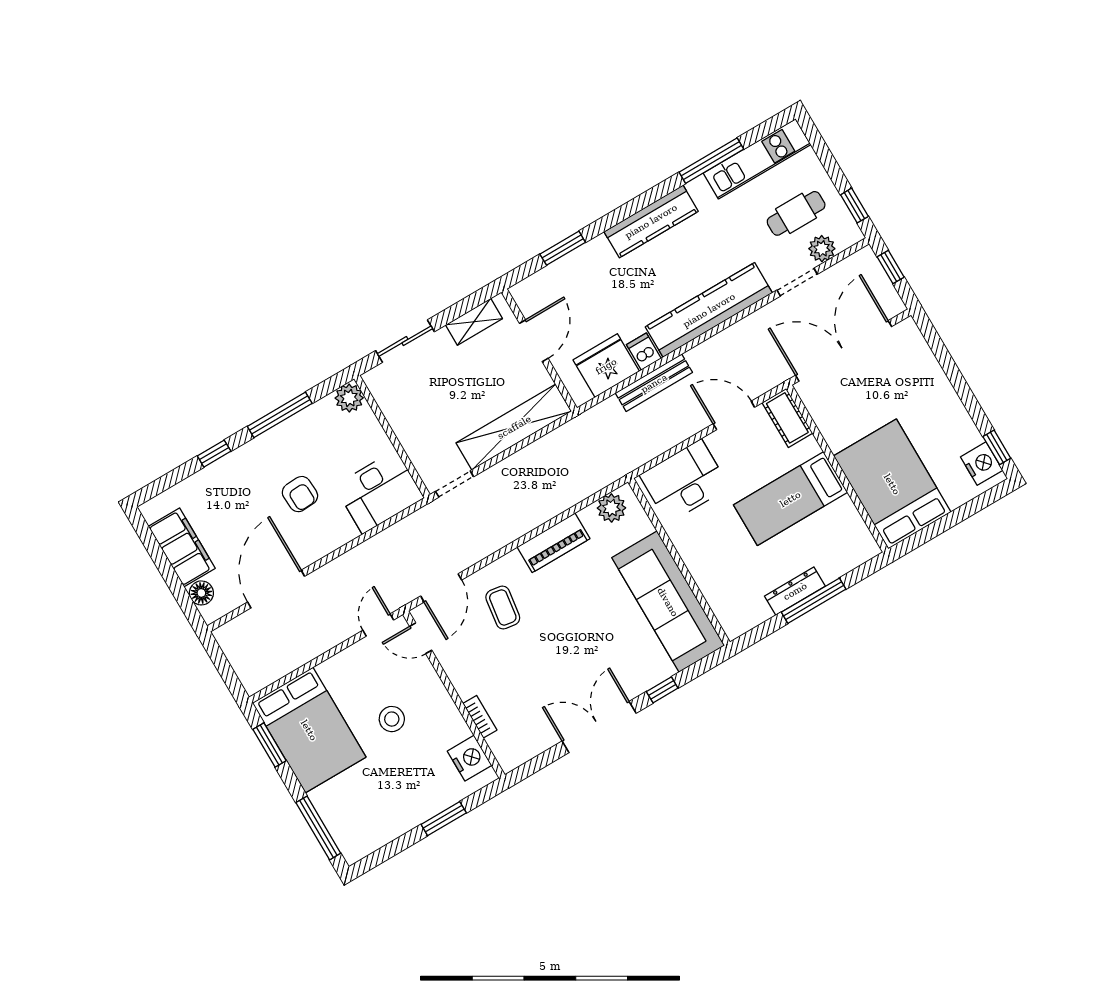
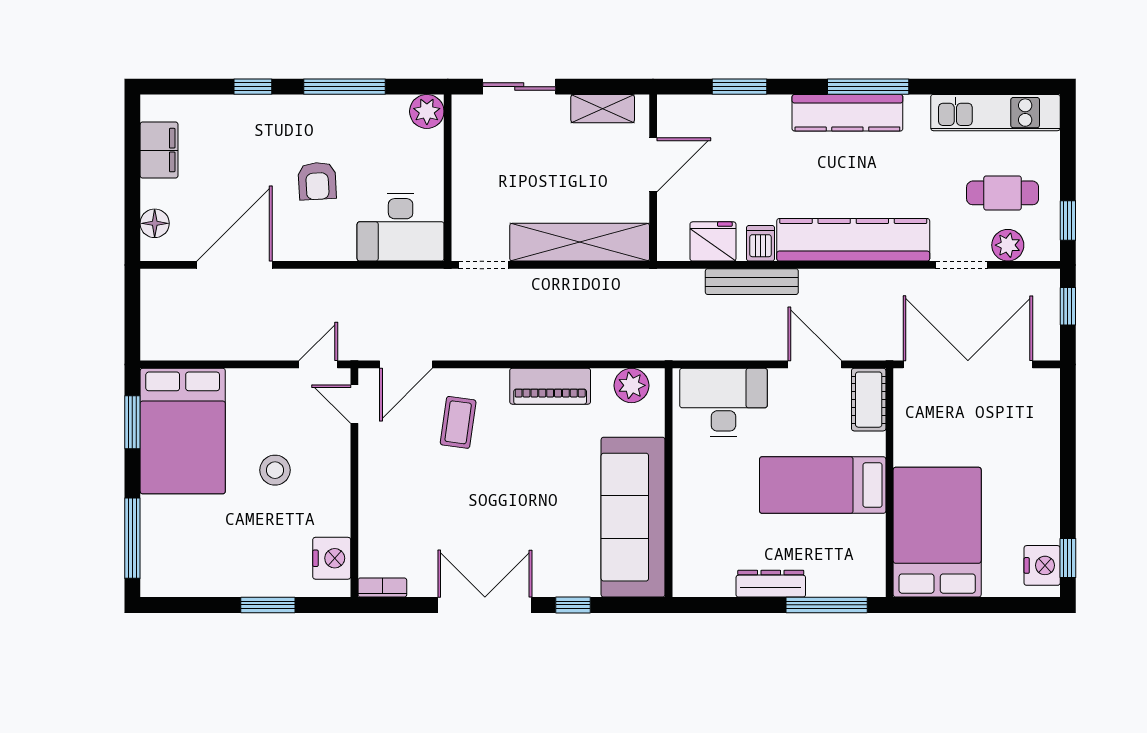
window: (711, 161) -> (868, 87), moved
fridge: (606, 366) -> (713, 241), width x0.73, depth x0.75
filing cabinet: (182, 547) -> (159, 150), width x0.67, depth x0.86
window: (814, 601) -> (827, 605), moved
bookcase: (480, 717) -> (382, 588), moved, turned -90

